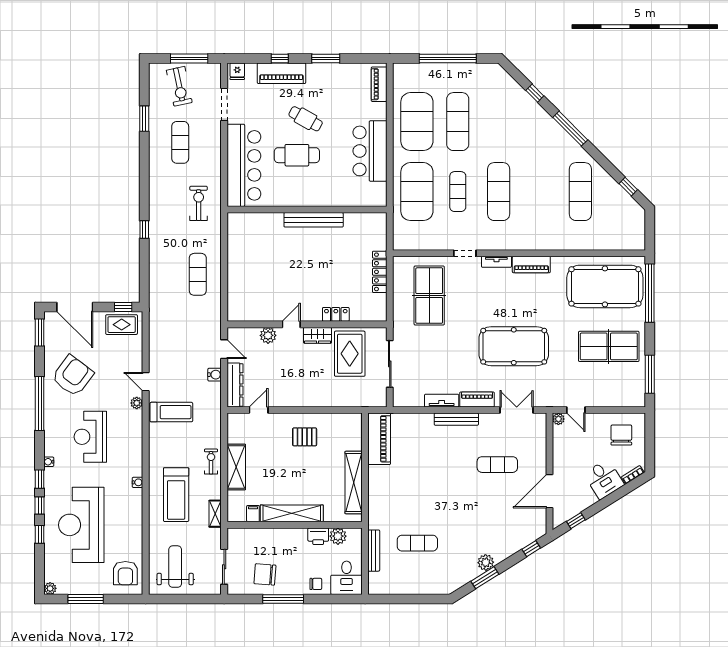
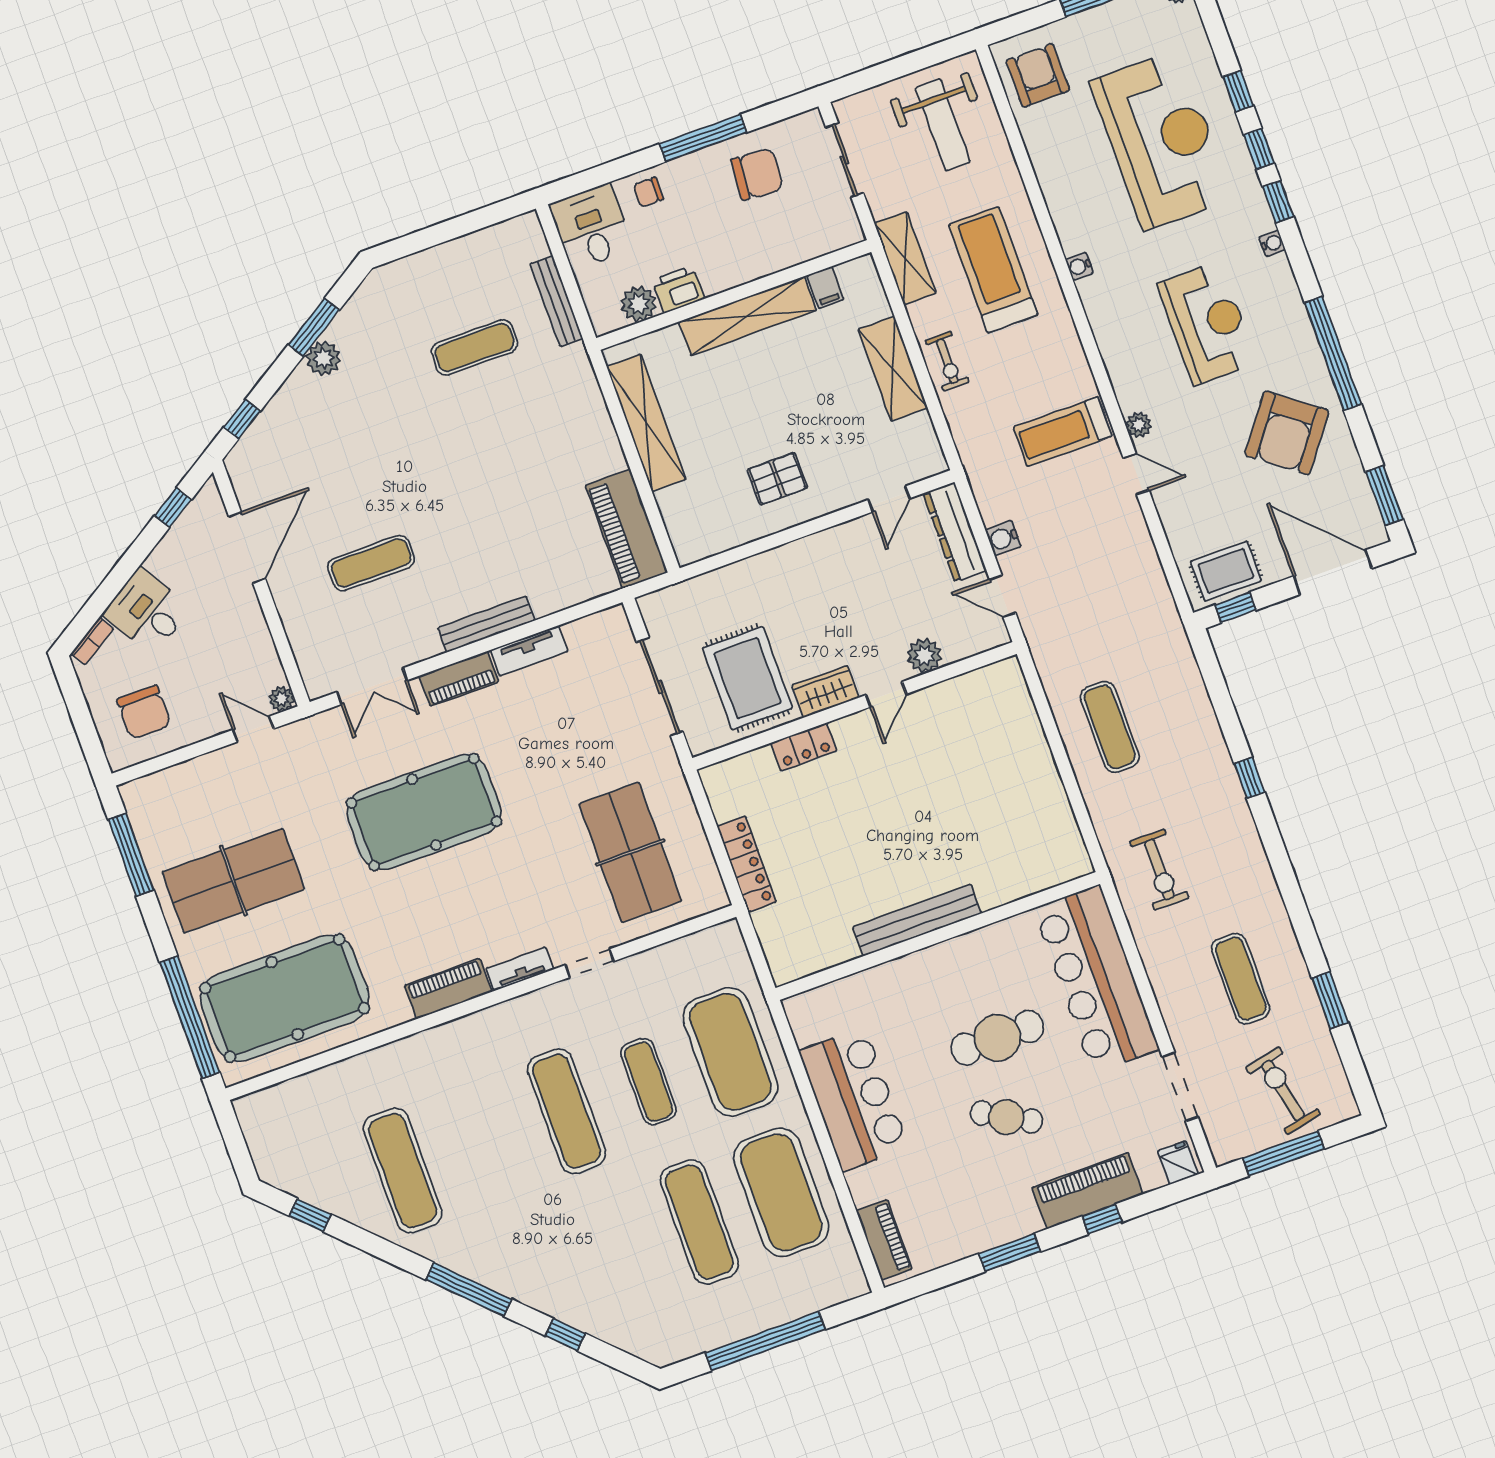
shelving: (215, 514) -> (905, 258), width x1.50, depth x1.33

